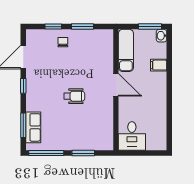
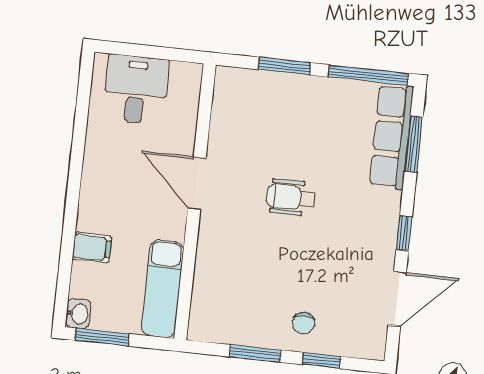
door: (116, 85) -> (197, 183), moved
row of seats: (33, 127) -> (392, 137), width x1.48
desk: (132, 136) -> (136, 89), moved

